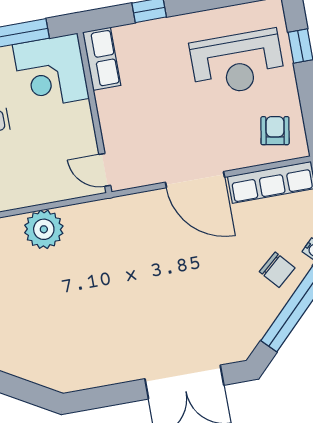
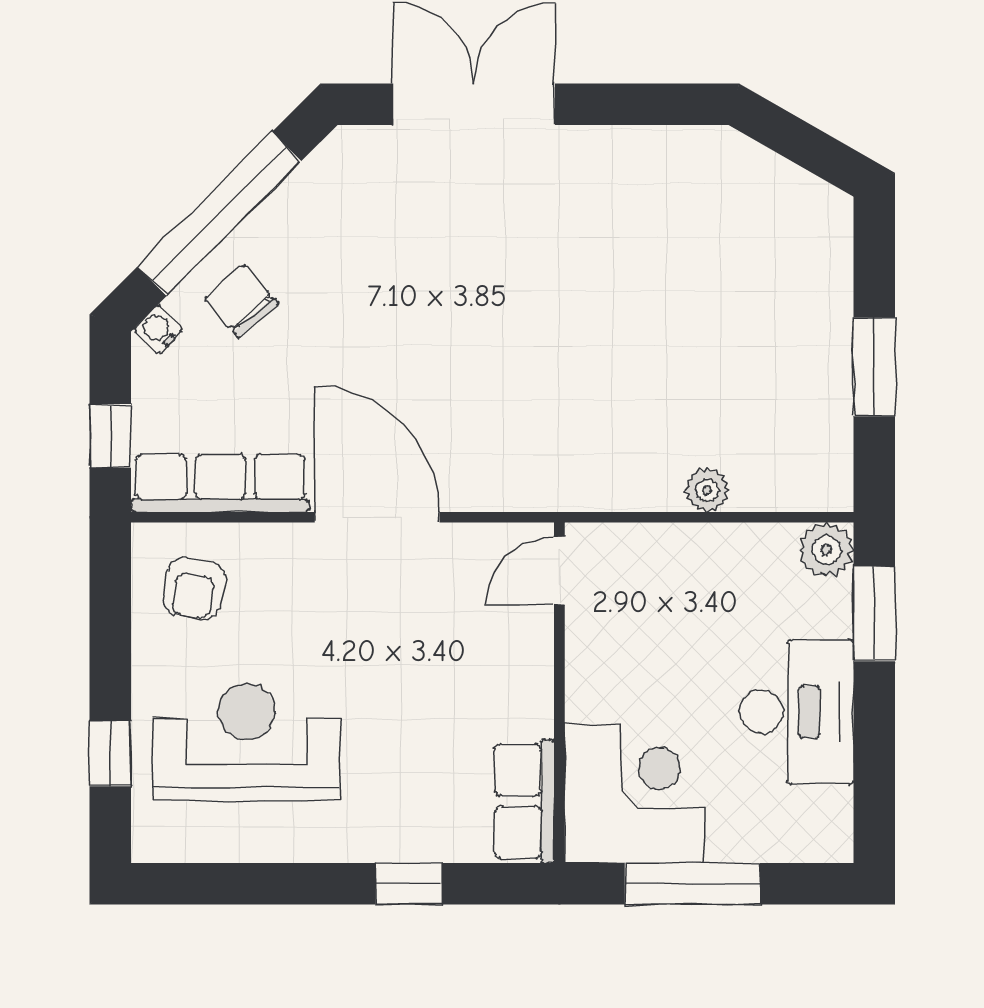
door: (105, 170) -> (559, 571), swing flipped
plant: (44, 229) -> (707, 490), width x0.53, depth x0.53

